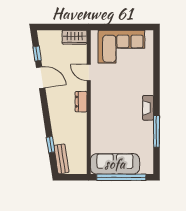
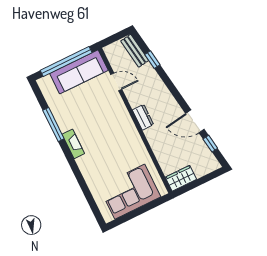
door: (89, 72) -> (116, 82), moved

